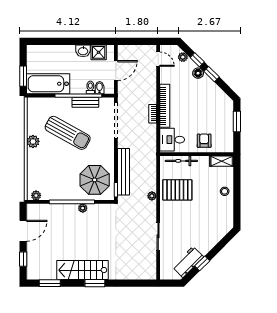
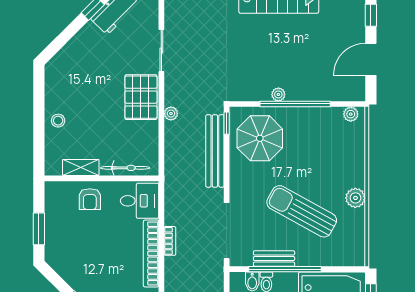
shelving: (222, 161) -> (81, 167), moved
pallet: (177, 190) -> (141, 97), moved, turned 90

